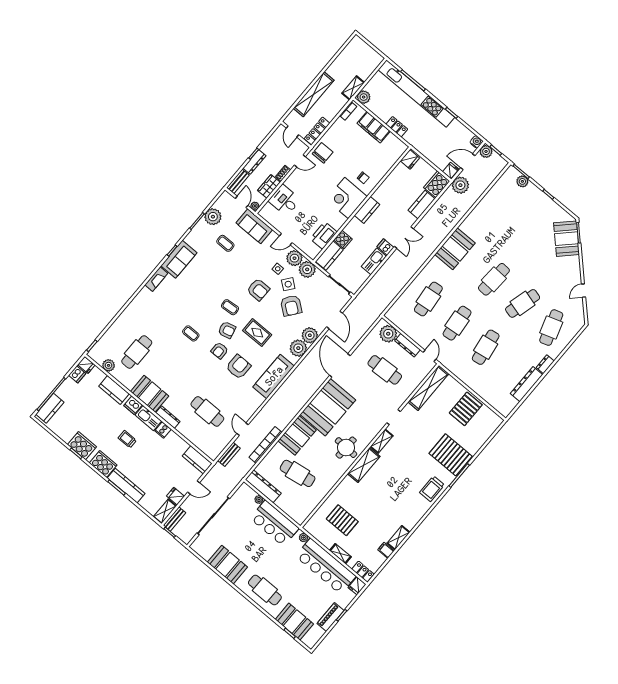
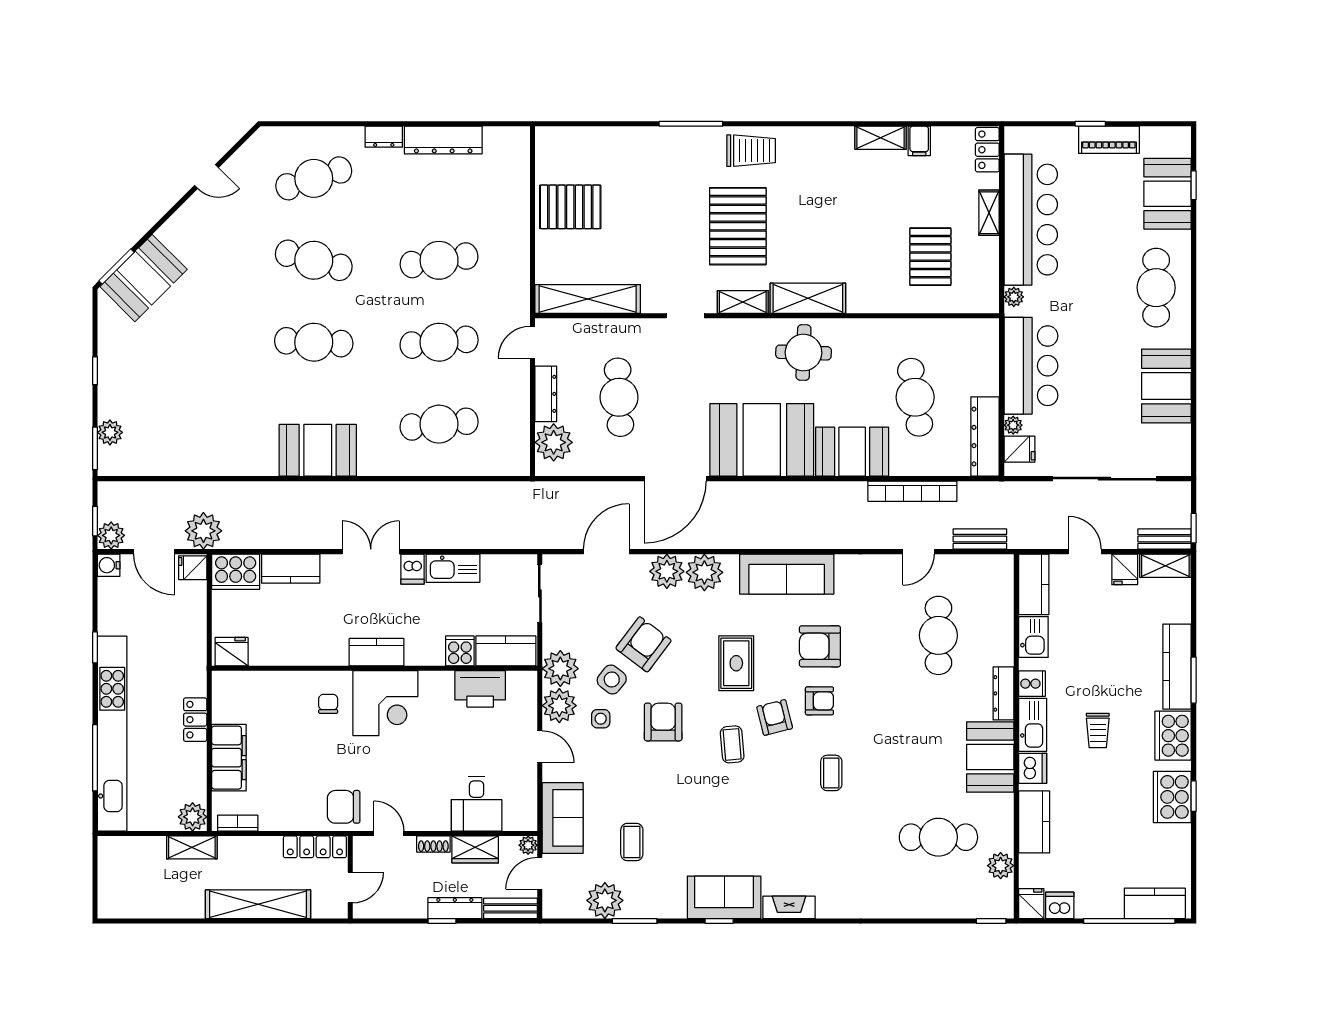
kitchen sink: (179, 444) -> (1033, 637), added
pallet: (451, 455) -> (738, 226), moved
fridge: (357, 586) -> (1019, 449), moved

